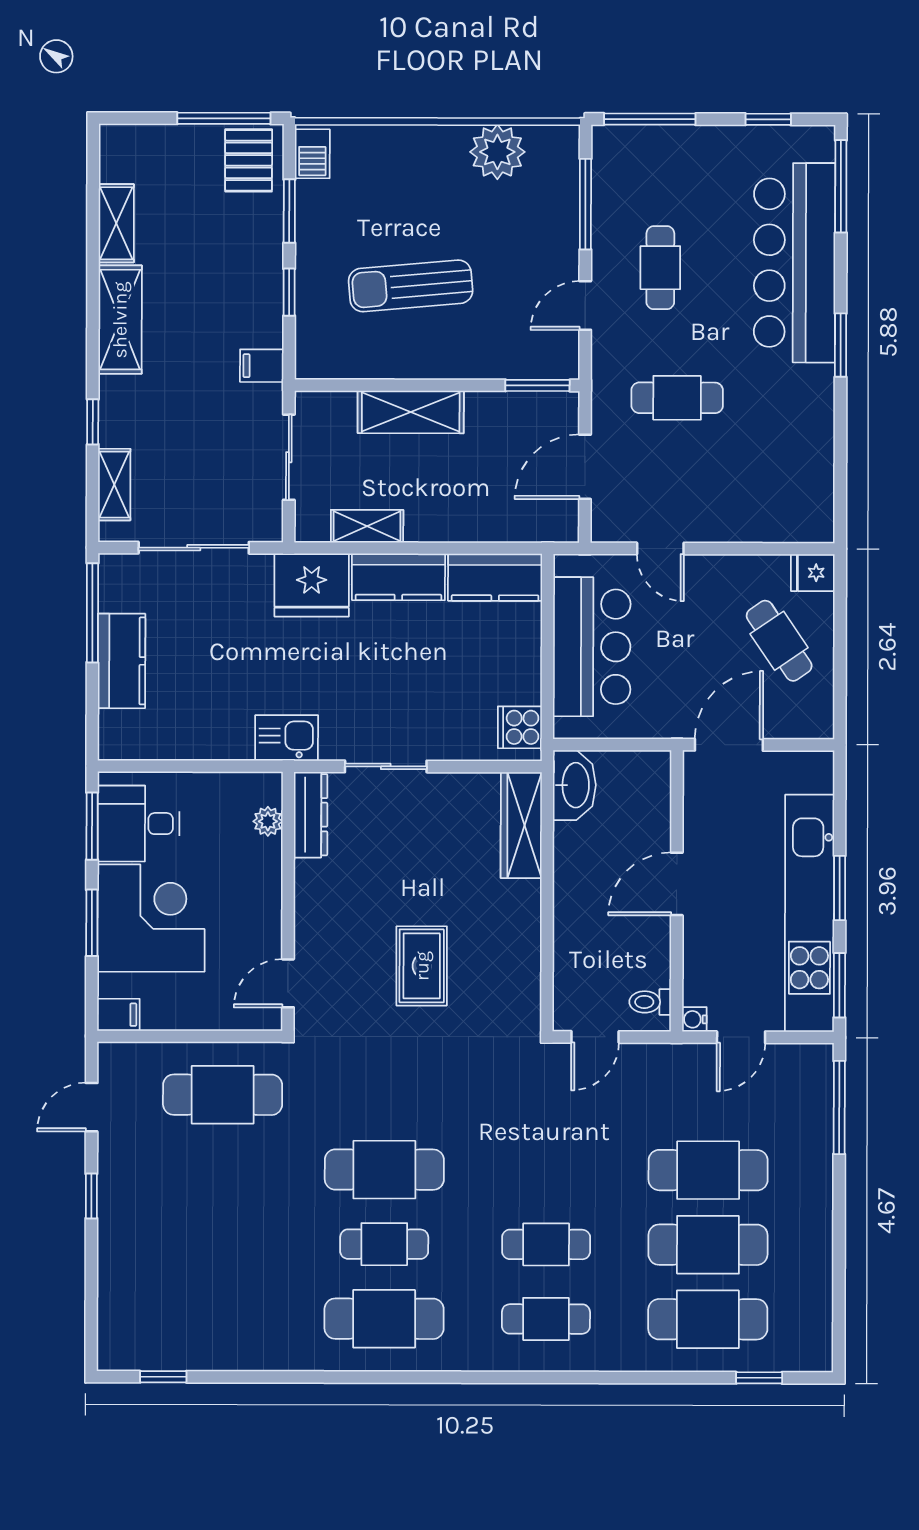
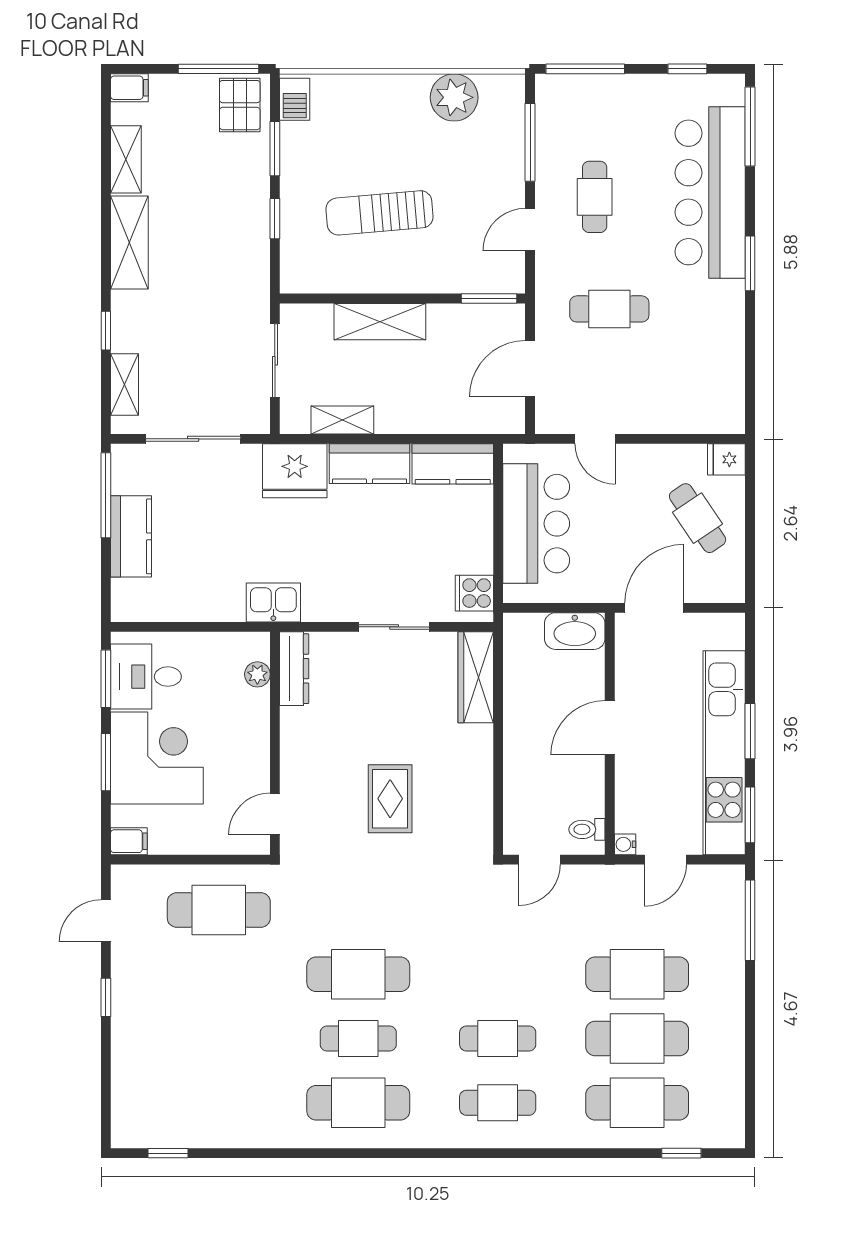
filing cabinet: (262, 366) -> (129, 88), moved, turned 180
sliding door: (386, 766) -> (394, 627), moved
washbasin: (574, 785) -> (575, 631), moved, turned 90

